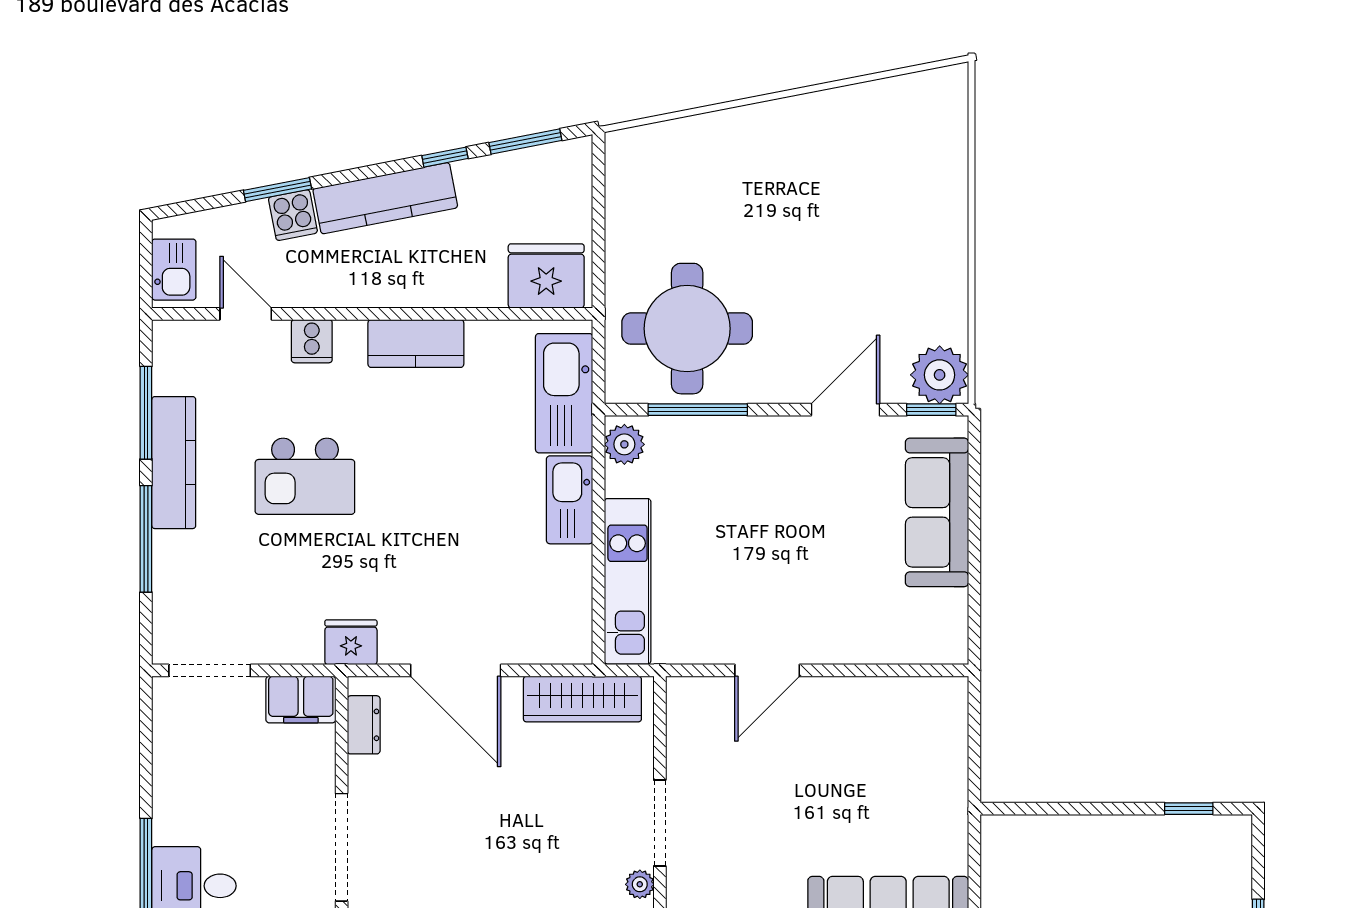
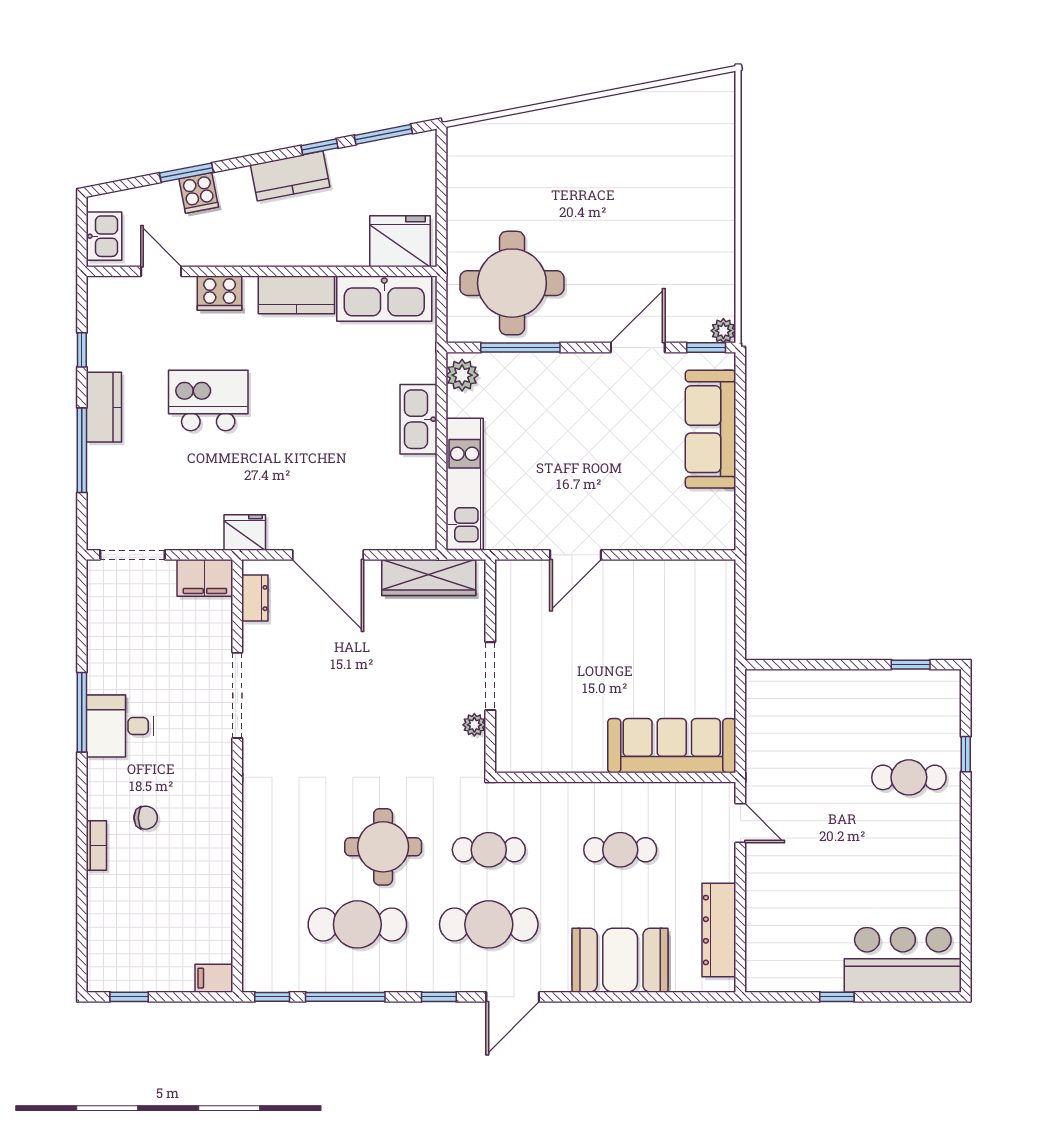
kitchen counter: (385, 198) -> (290, 176), width x0.67
cooker: (312, 341) -> (220, 293), width x1.36
plant: (940, 375) -> (723, 331), width x0.53, depth x0.53
kitchen sink: (564, 393) -> (384, 299), moved, turned -90
window: (146, 413) -> (82, 350), width x0.46
kitchen counter: (174, 463) -> (104, 407), width x0.67
kitchen island: (305, 476) -> (208, 400), turned 180

